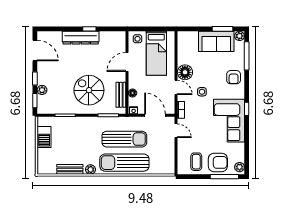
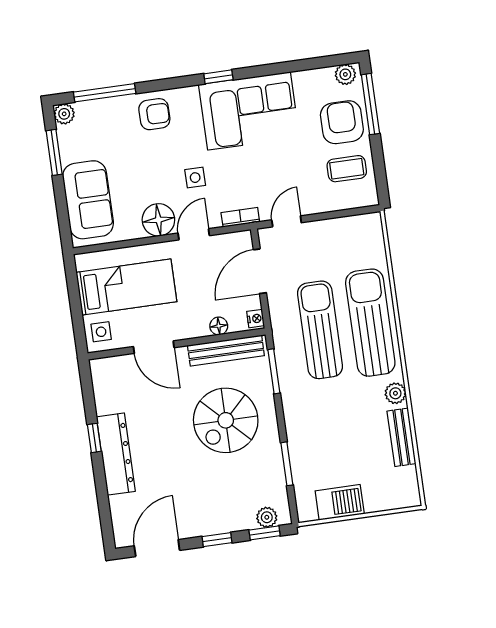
sofa: (216, 41) -> (88, 200), moved
plant: (42, 90) -> (267, 517), moved
bench: (121, 95) -> (226, 351), width x1.36
sun lounger: (124, 163) -> (370, 323), turned 180

